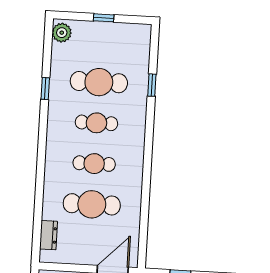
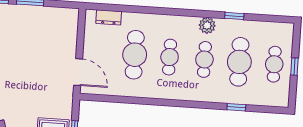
plant: (62, 33) -> (207, 25), moved
cafe table: (101, 41) -> (274, 64), added

